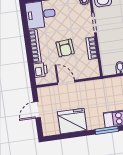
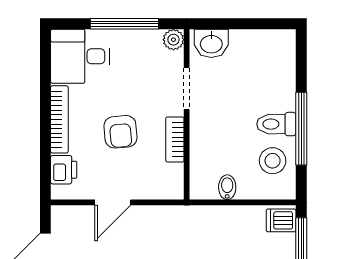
door: (66, 82) -> (113, 202), swing flipped

